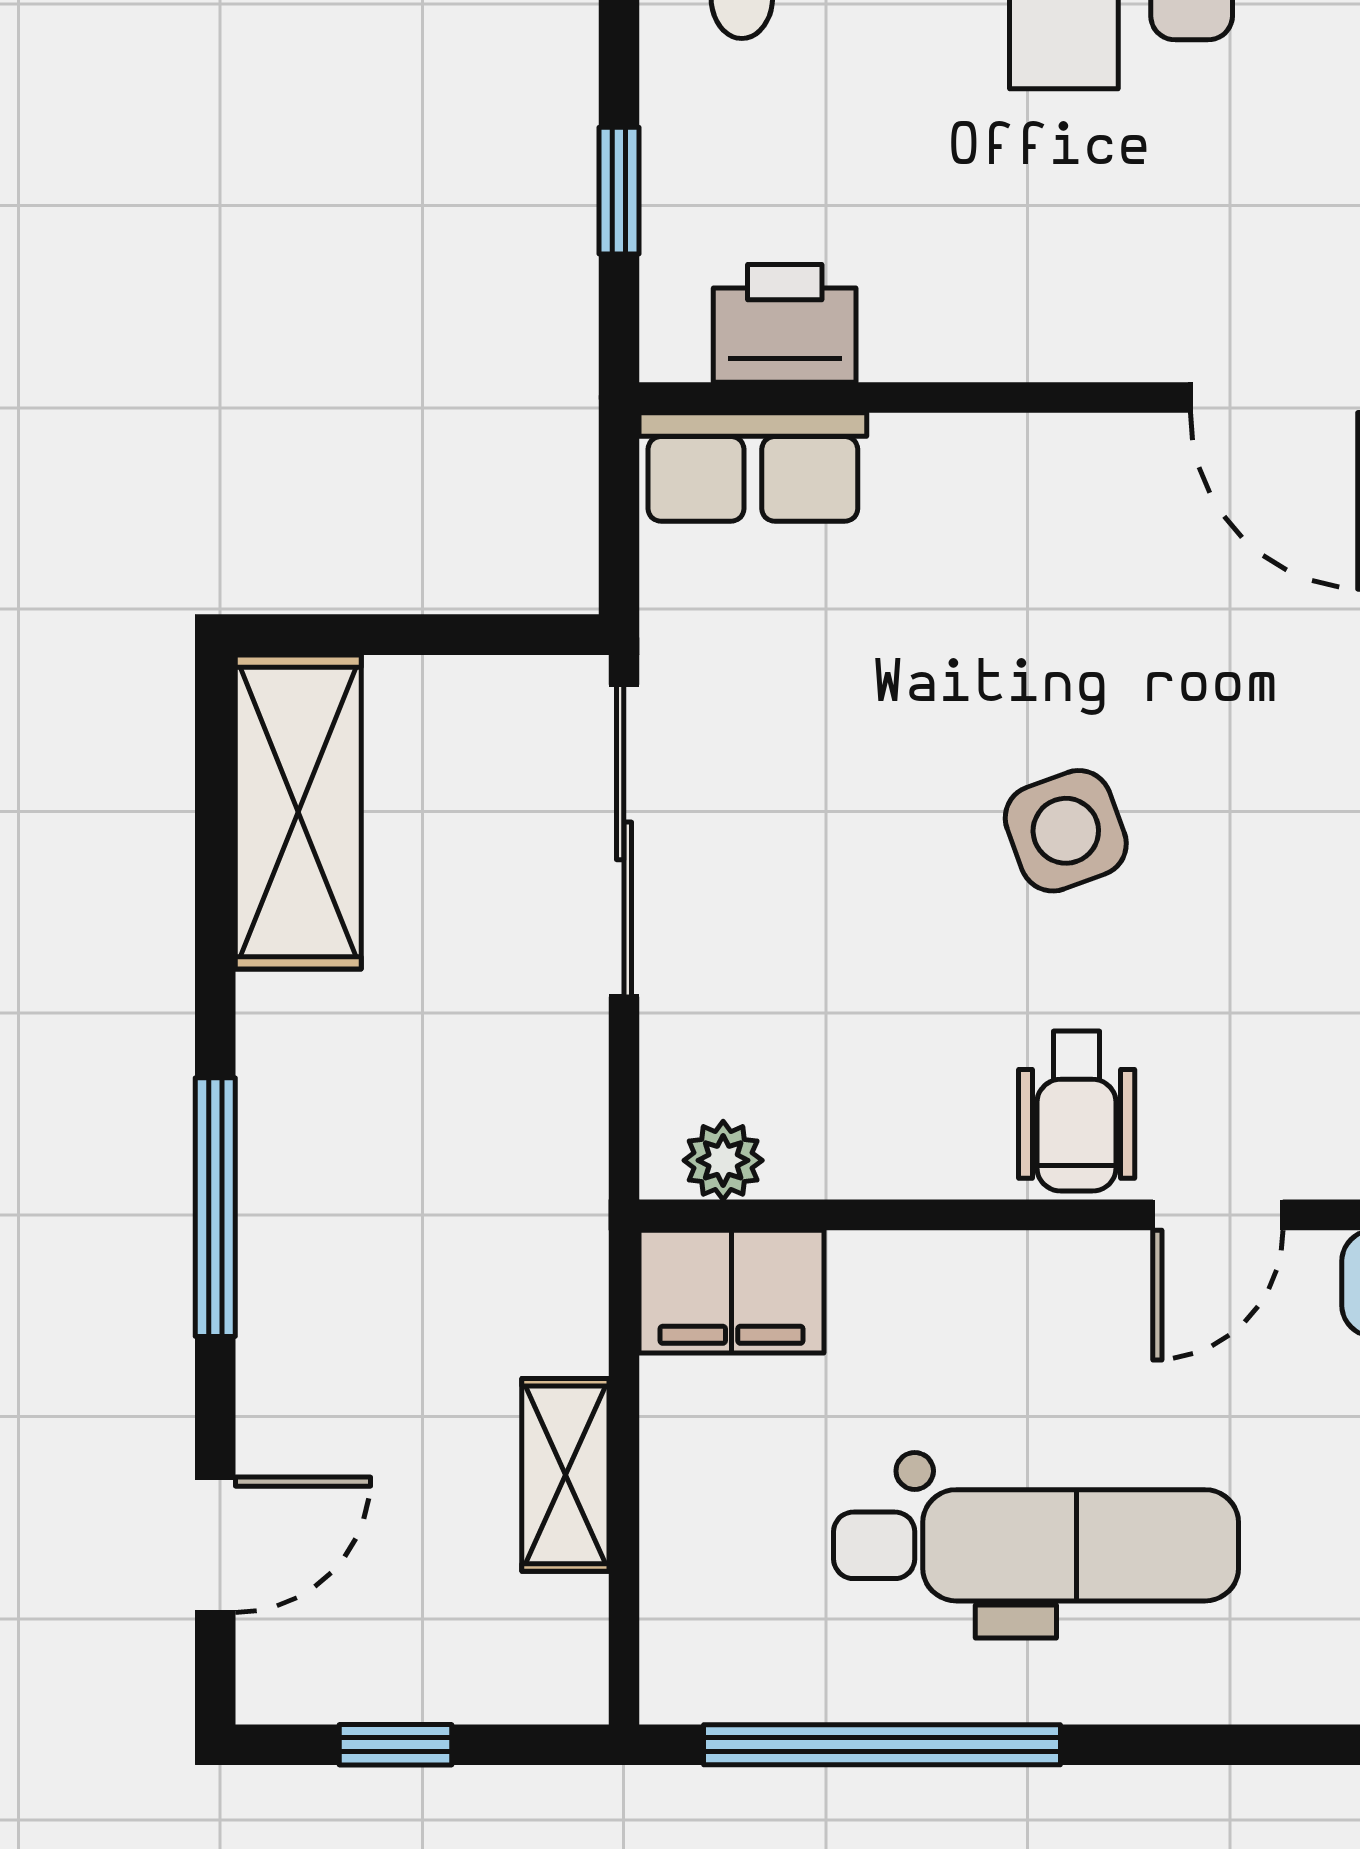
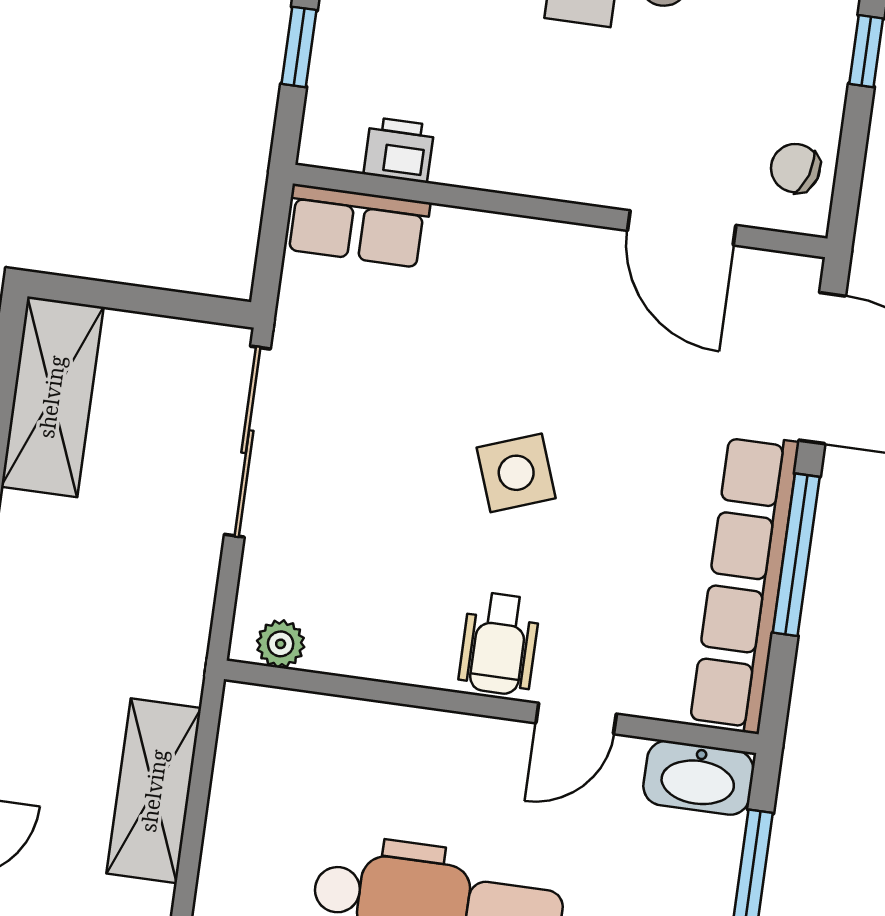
printer: (785, 323) -> (399, 150), width x0.73, depth x0.81
filing cabinet: (732, 1292) -> (275, 724), removed
shelving: (565, 1475) -> (154, 791), width x1.50, depth x1.33

